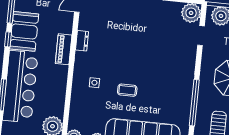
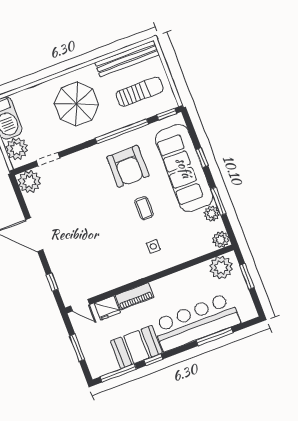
fridge: (65, 24) -> (107, 308), added
dresser: (82, 41) -> (116, 281), removed
armchair: (165, 94) -> (128, 166), added

